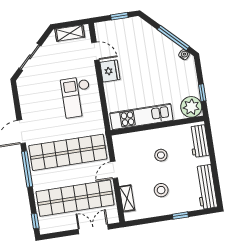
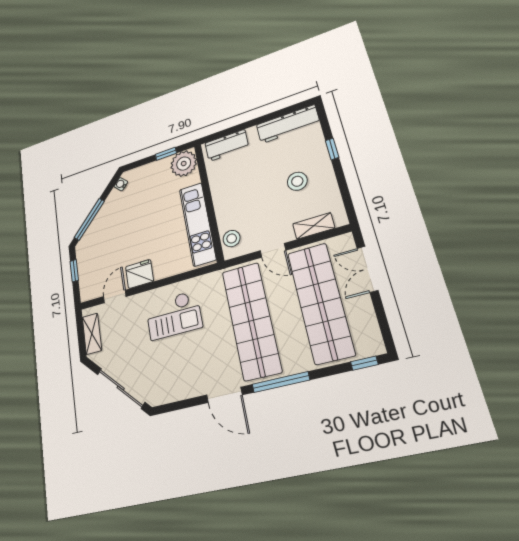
window: (173, 38) -> (89, 219), moved
sliding door: (30, 57) -> (121, 388), width x1.37
stool: (161, 155) -> (232, 239), moved

